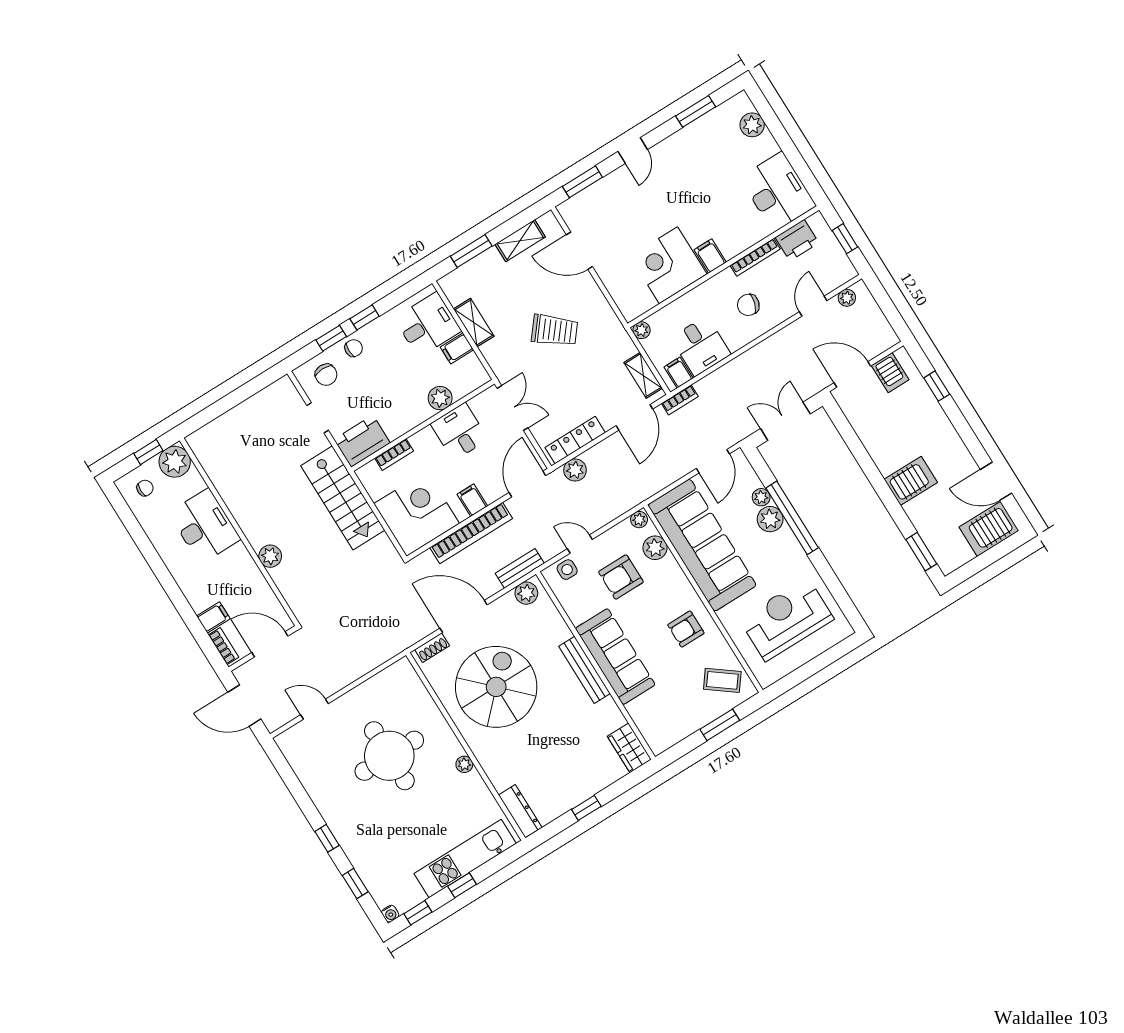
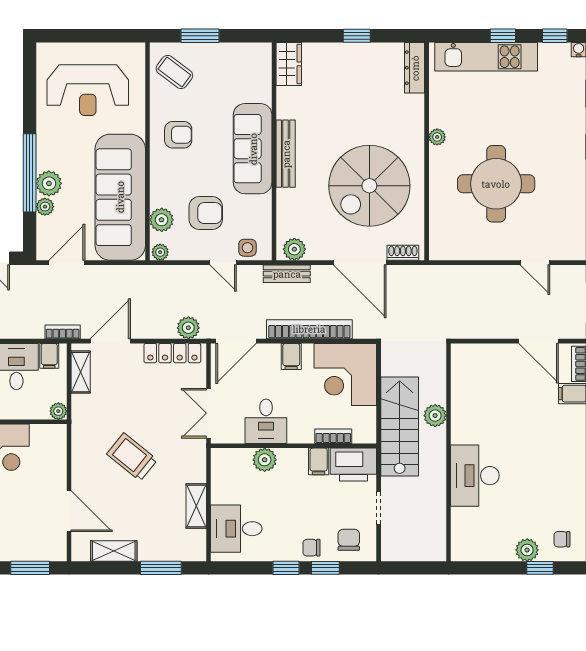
filing cabinet: (457, 348) -> (319, 461), moved, turned 90
plant: (175, 462) -> (527, 550), width x0.73, depth x0.73
desk: (205, 526) -> (475, 476), moved
wall: (239, 532) -> (448, 452), moved
plant: (270, 556) -> (435, 416), moved

